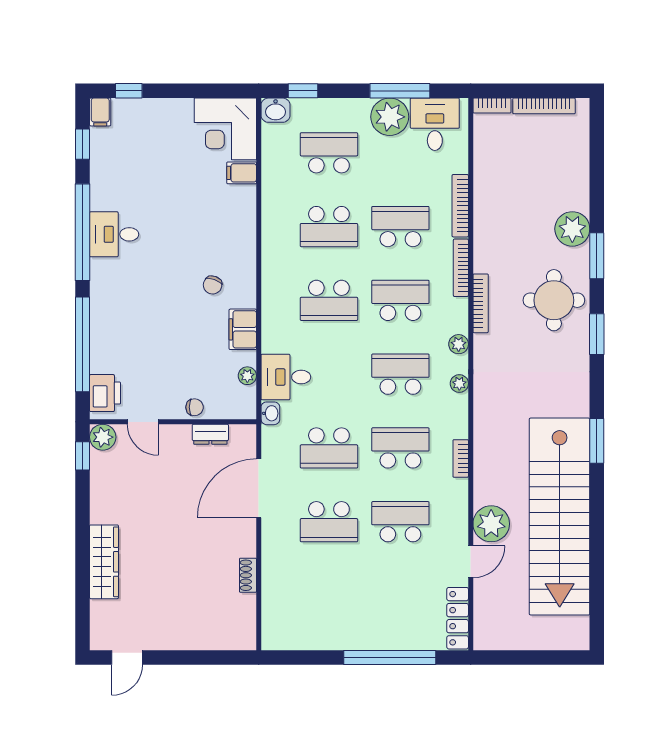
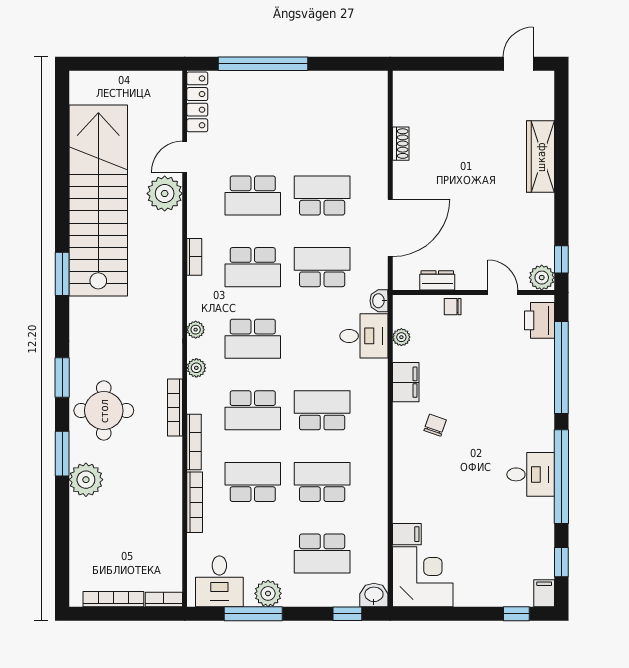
plant: (390, 117) -> (268, 593), width x0.73, depth x0.73
school desk: (400, 227) -> (253, 482), turned 180

